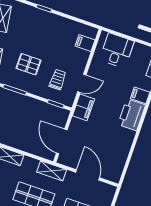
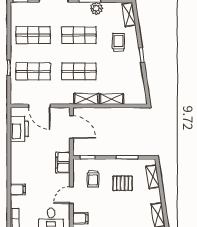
door: (82, 83) -> (71, 195), moved
printer: (132, 115) -> (19, 129), moved
shelving: (52, 171) -> (86, 99), moved

